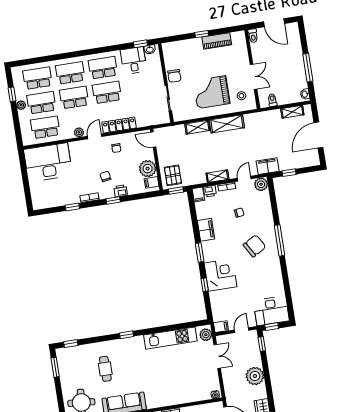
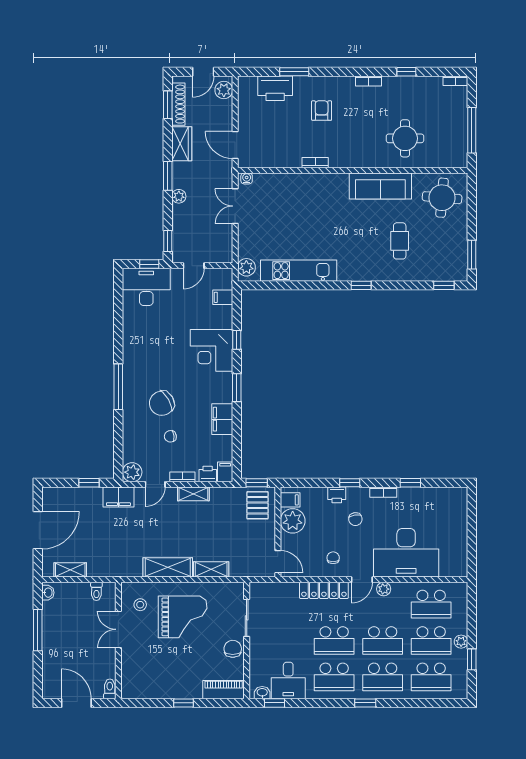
piano: (217, 41) -> (224, 690), moved
window: (79, 54) -> (365, 703), added
desk: (48, 162) -> (406, 553), moved
chair: (254, 246) -> (162, 403), moved
filing cabinet: (221, 327) -> (223, 297), moved
double door: (217, 356) -> (235, 206), moved
plant: (255, 376) -> (179, 196), width x0.53, depth x0.53
window: (269, 388) -> (168, 176), added

